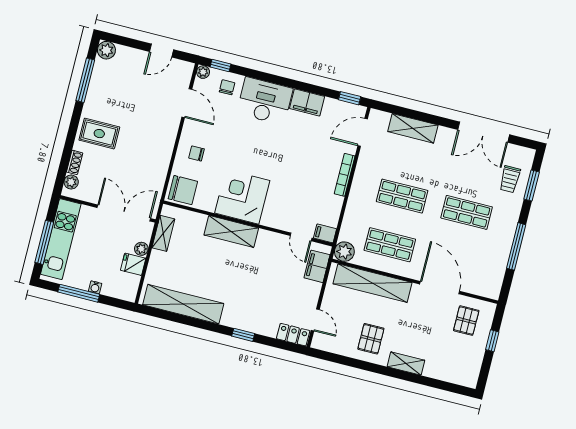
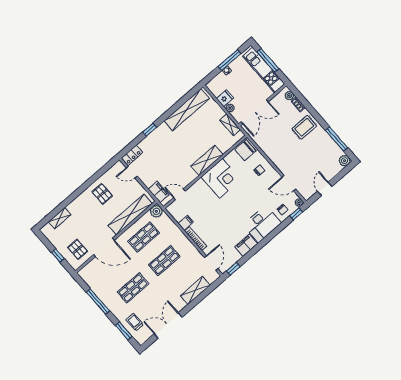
filing cabinet: (325, 233) -> (186, 223), moved
shelving: (406, 363) -> (60, 218), moved

